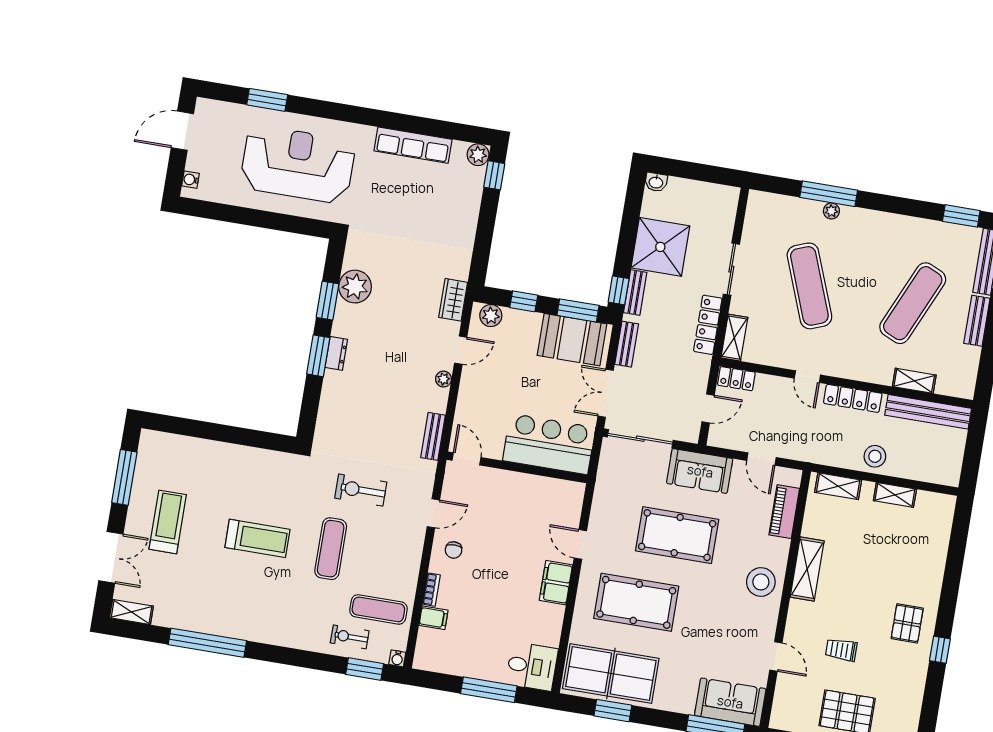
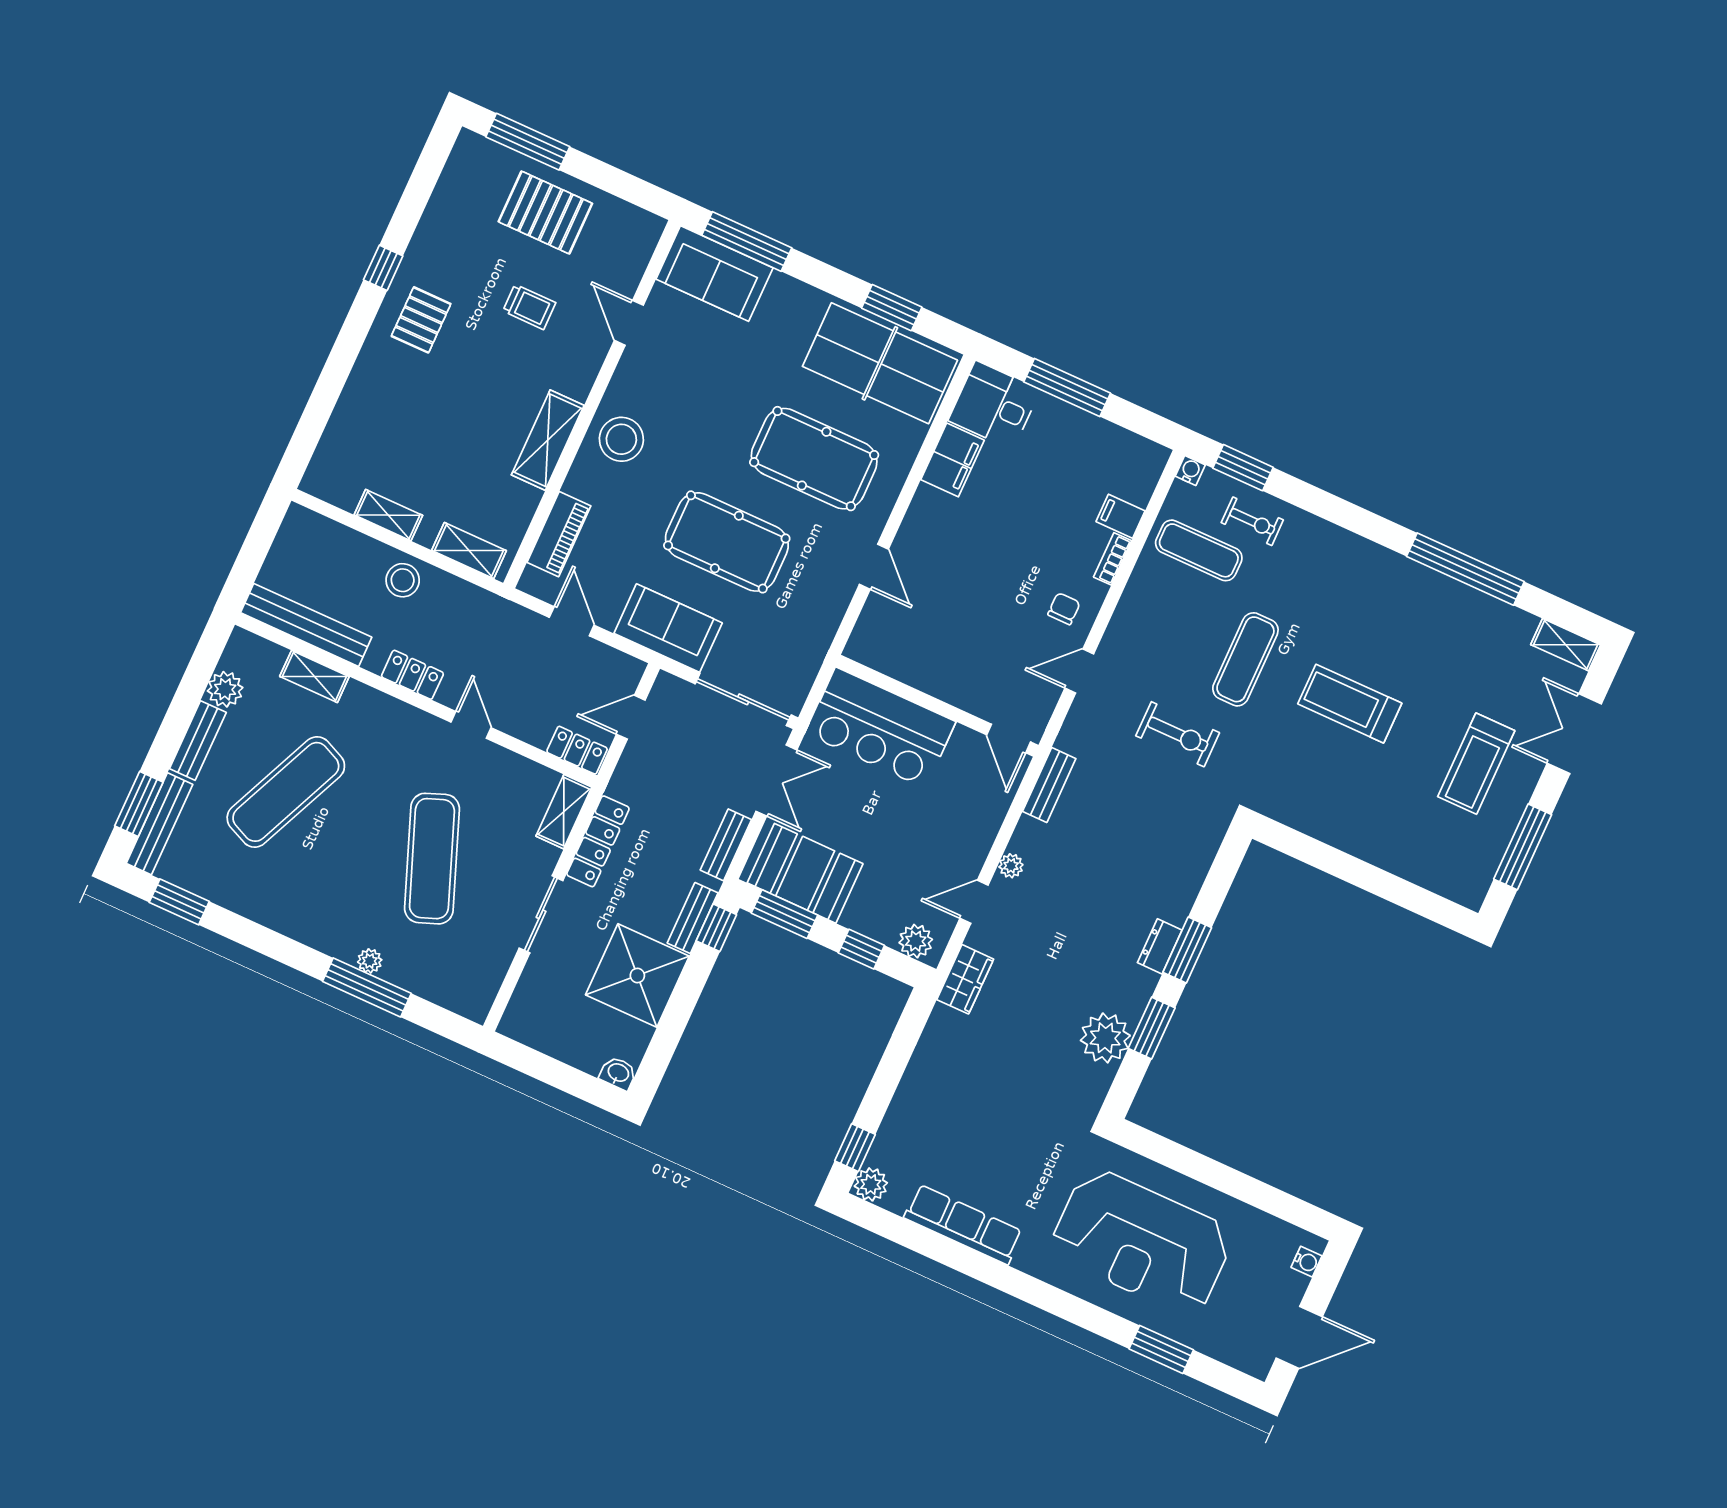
plant: (968, 358) -> (225, 689), added
locker: (853, 398) -> (412, 675), width x0.66
filing cabinet: (556, 583) -> (953, 460), moved

